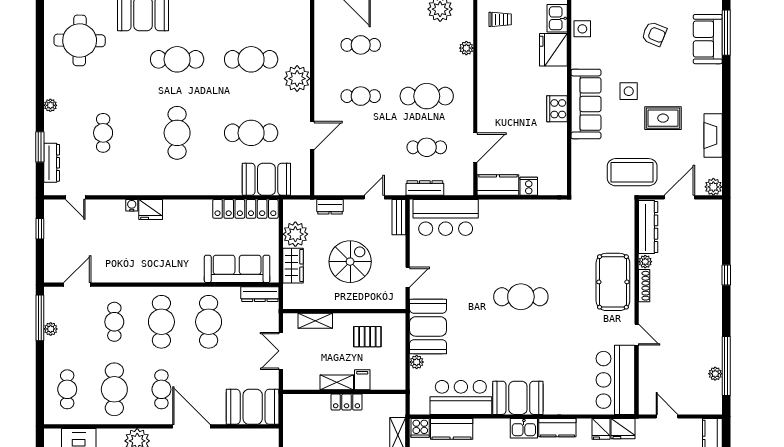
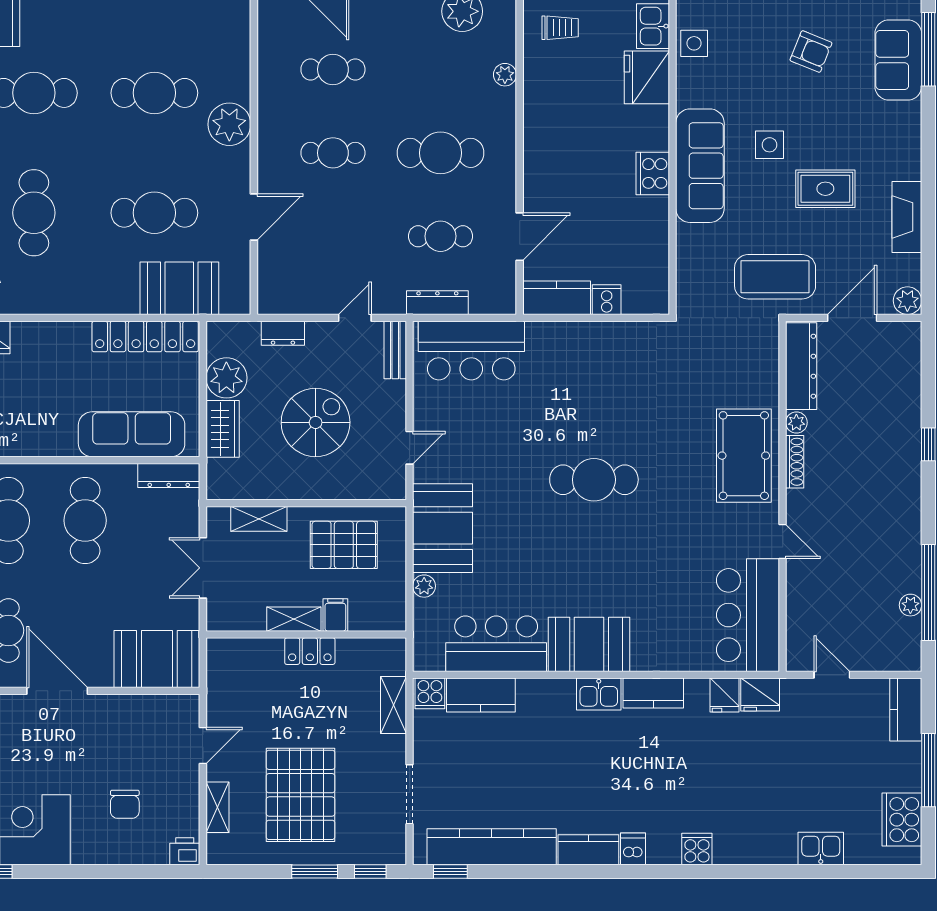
pallet: (367, 337) -> (344, 545), width x1.50, depth x1.42

